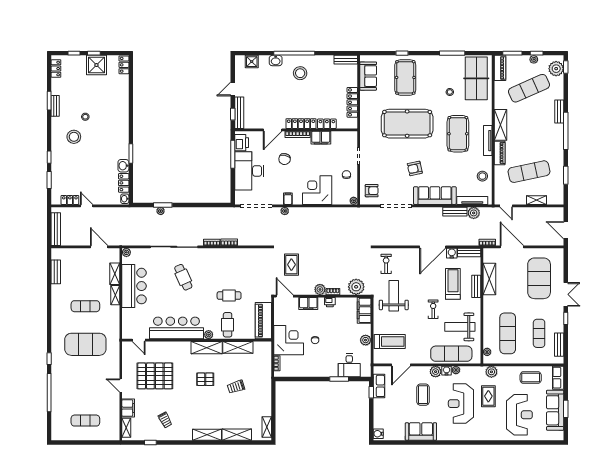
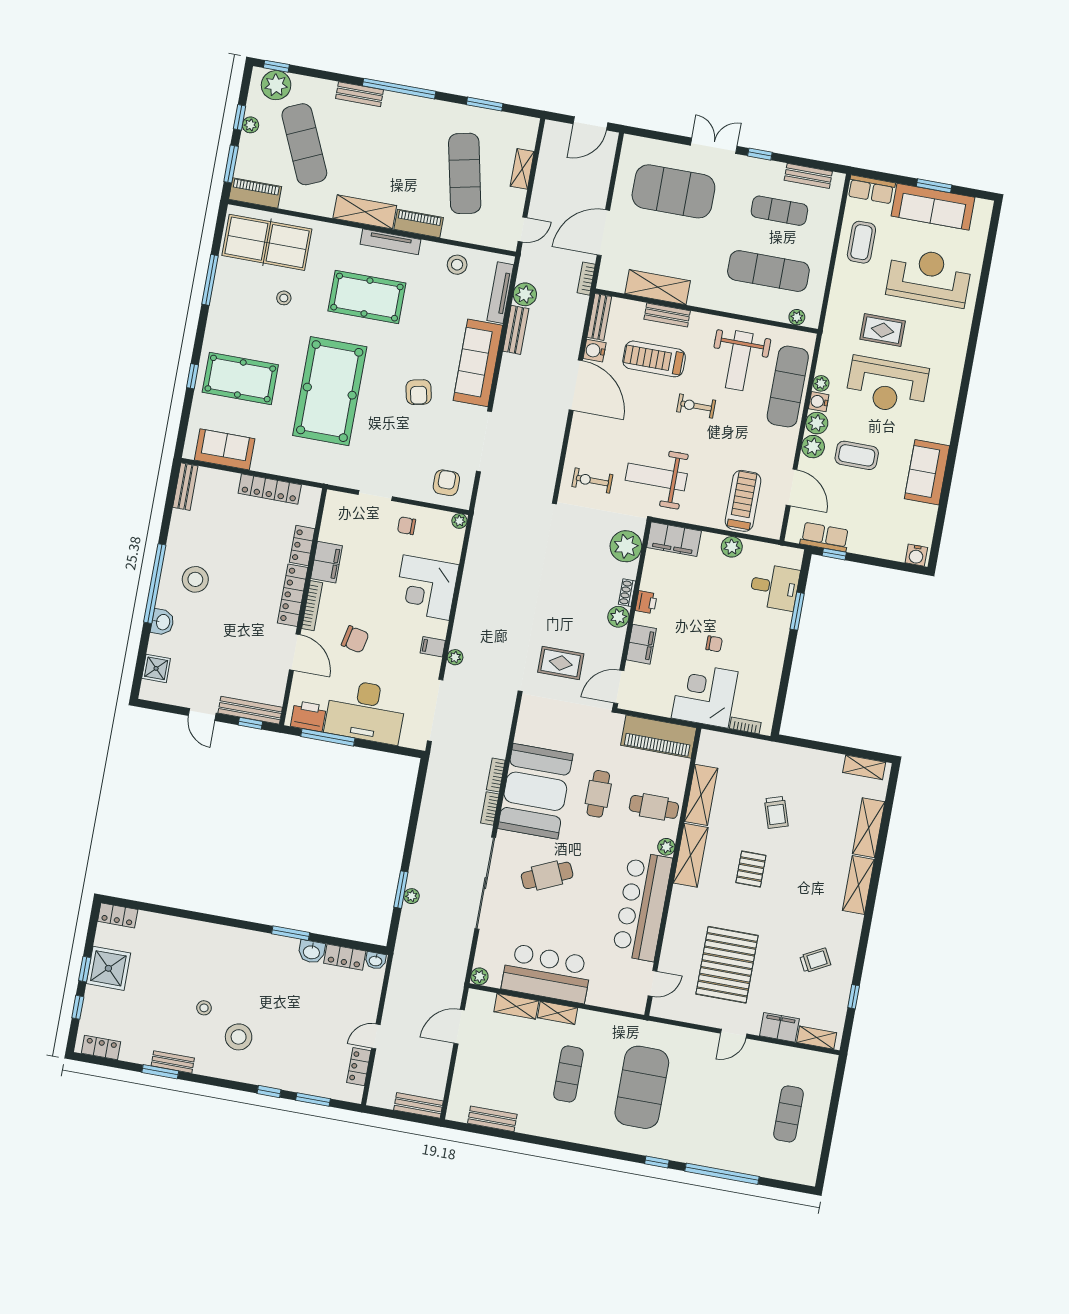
bench: (56, 229) -> (418, 1105), width x0.73
booth: (225, 264) -> (535, 791), added
plant: (491, 372) -> (813, 447), moved

